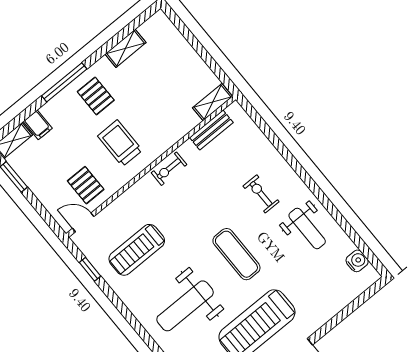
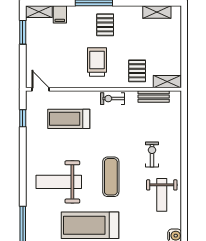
shelving: (125, 48) -> (157, 12), moved
pallet: (86, 185) -> (137, 71), moved
treadmill: (137, 250) -> (69, 119), moved

